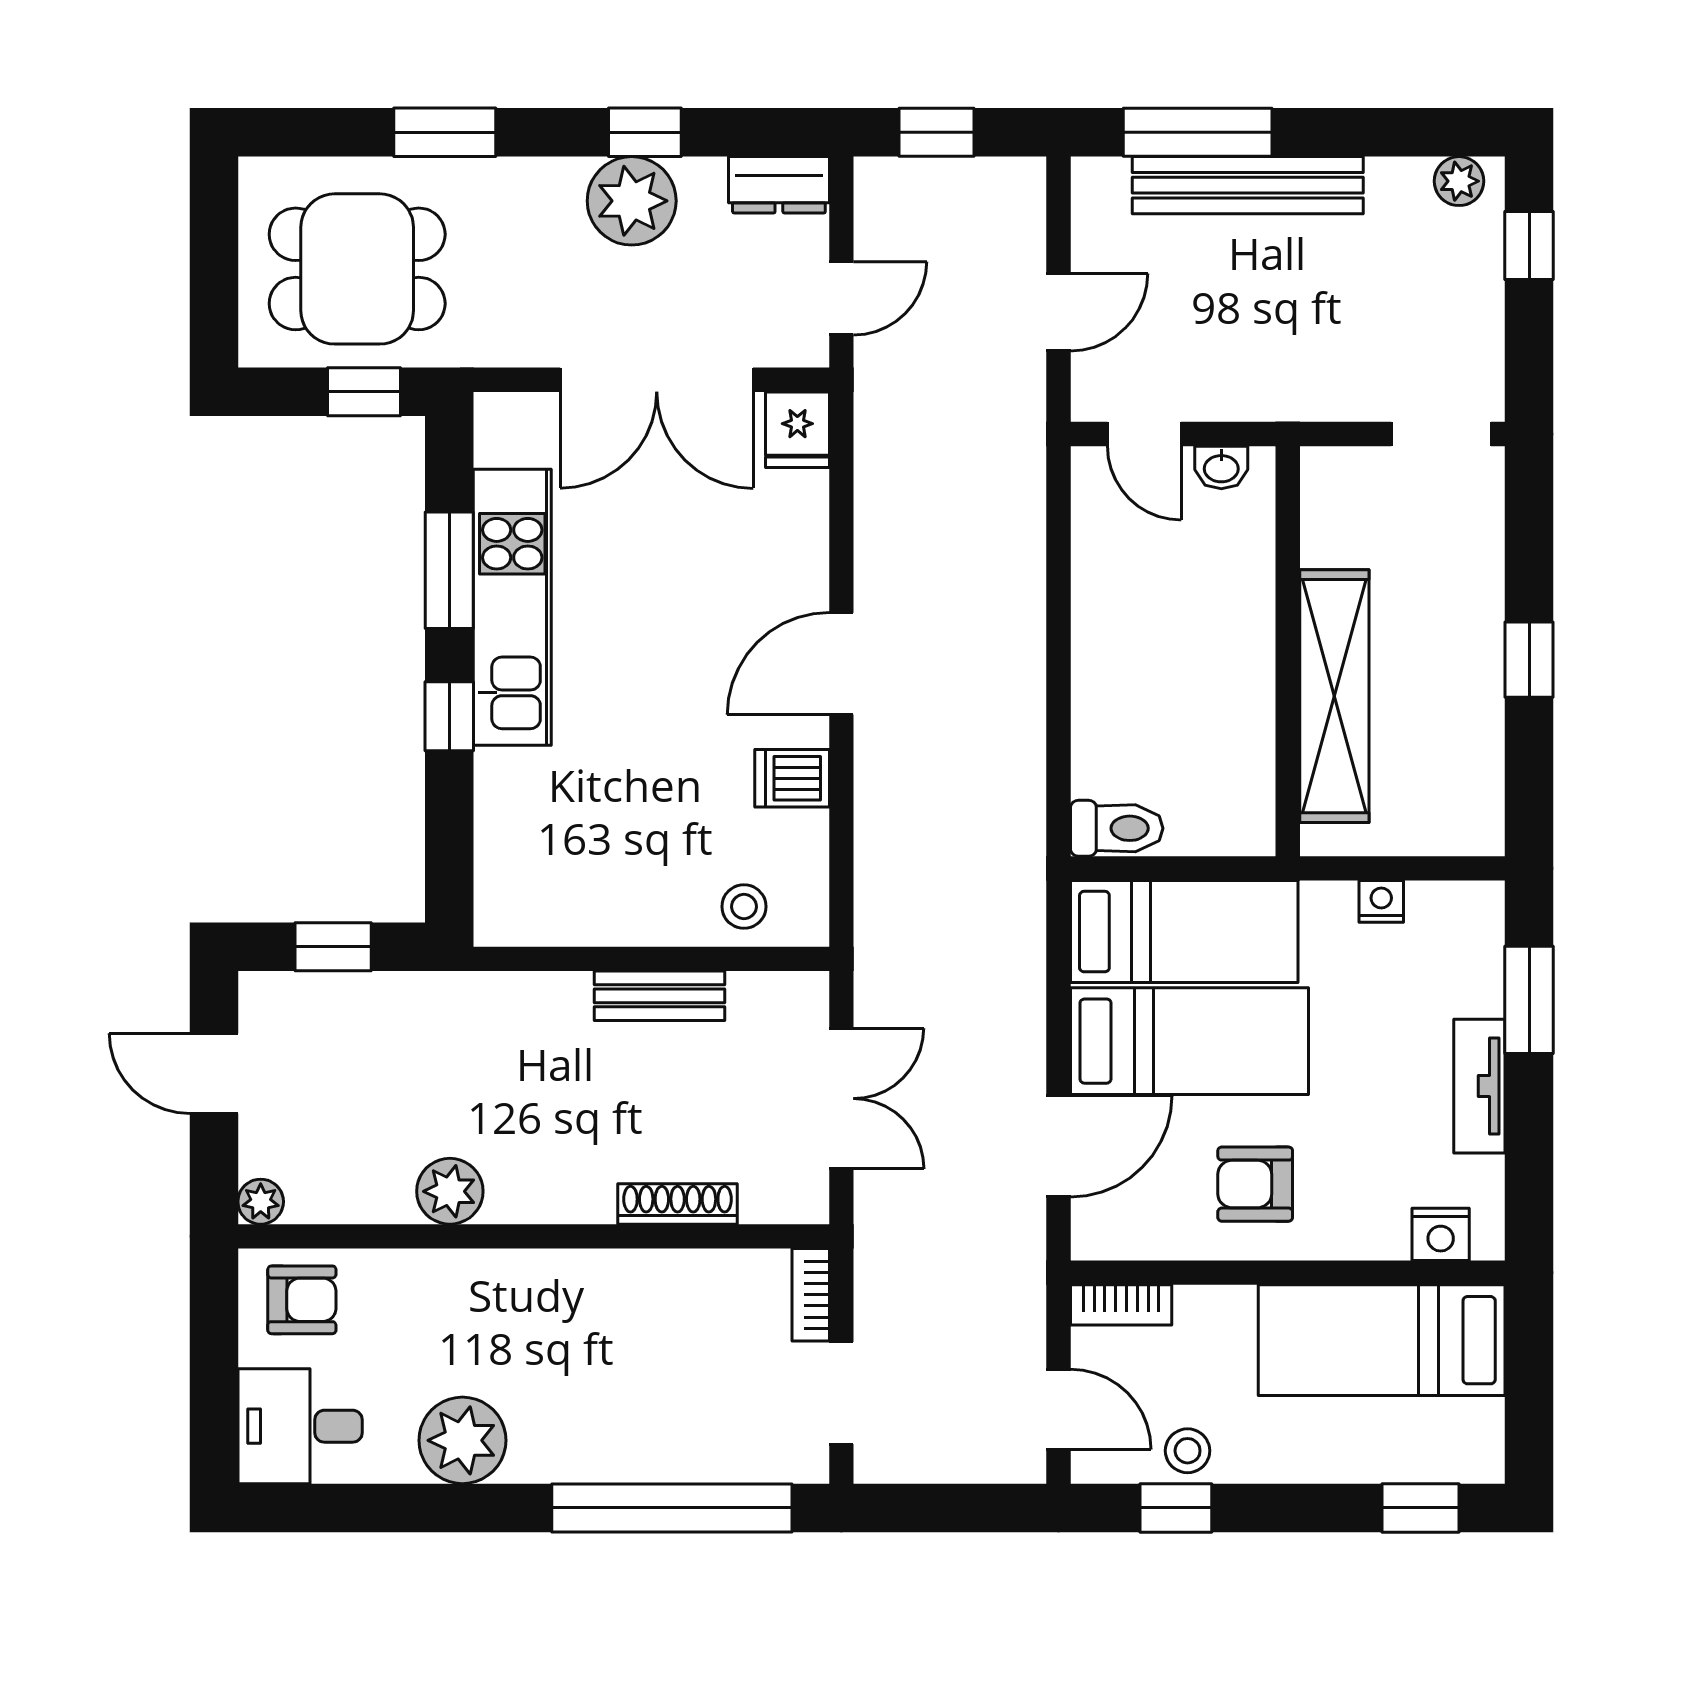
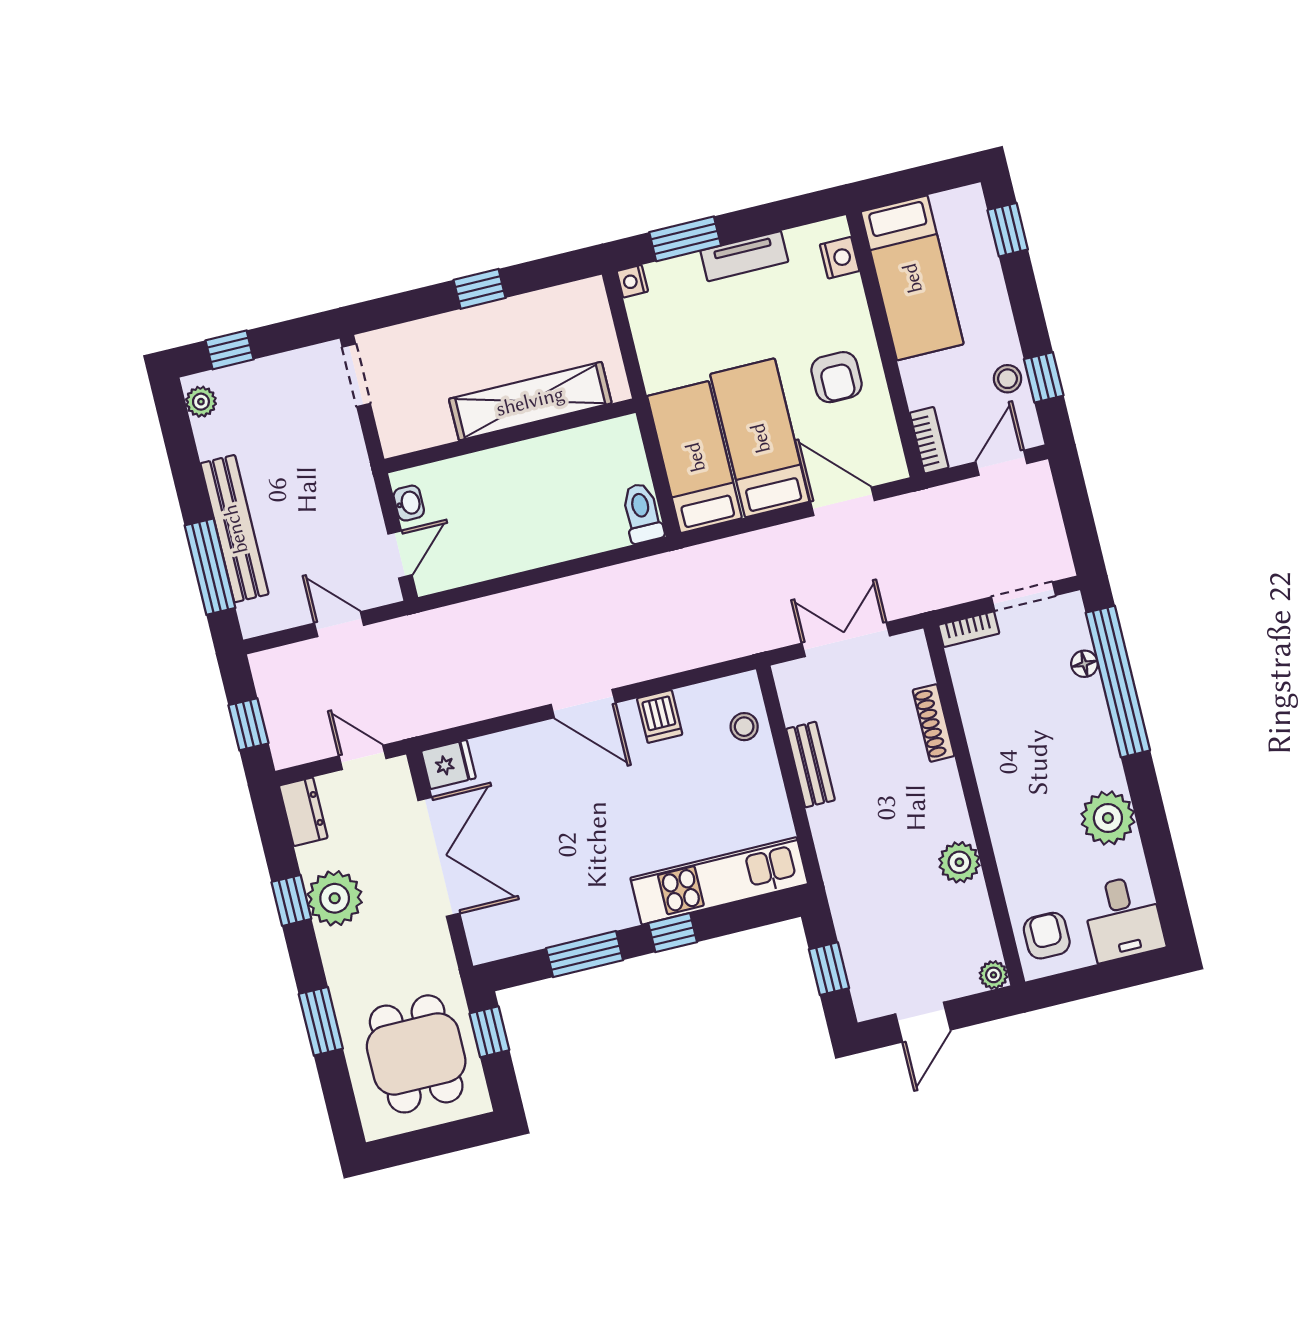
kitchen unit: (512, 607) -> (719, 881), moved
nightstand: (1381, 901) -> (632, 281), moved
floor lamp: (713, 1462) -> (1084, 664), added

